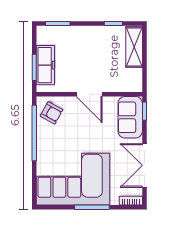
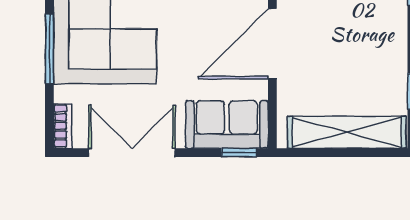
shelving: (134, 47) -> (347, 132), width x1.47
door: (89, 94) -> (272, 44), width x1.36

